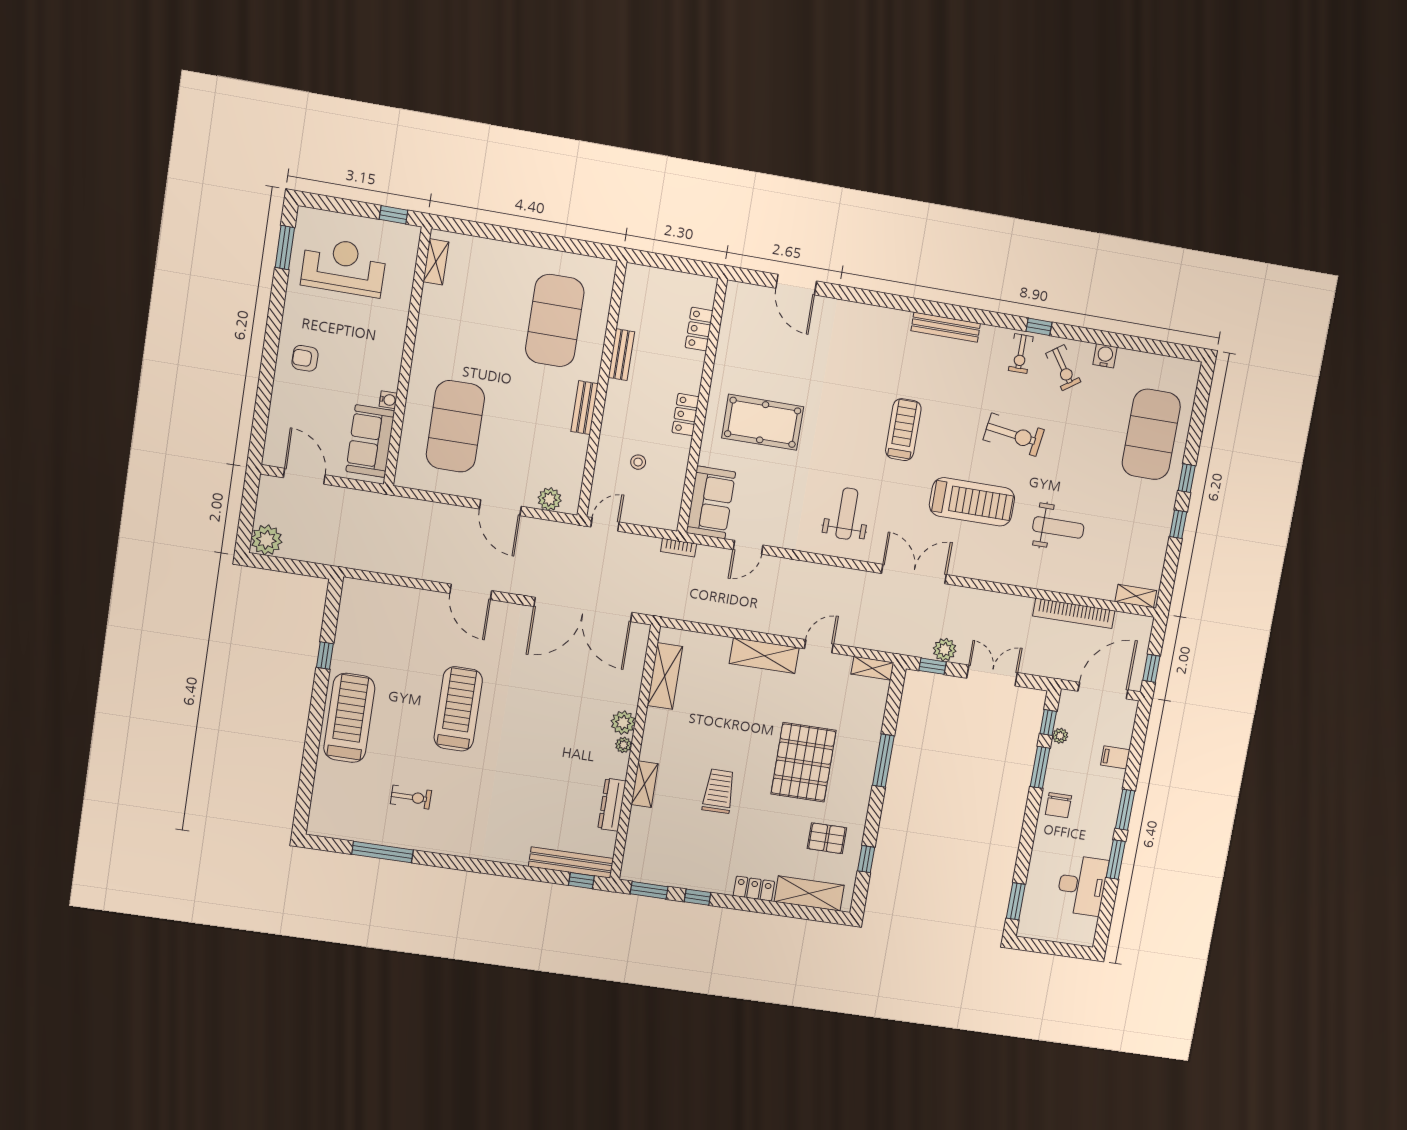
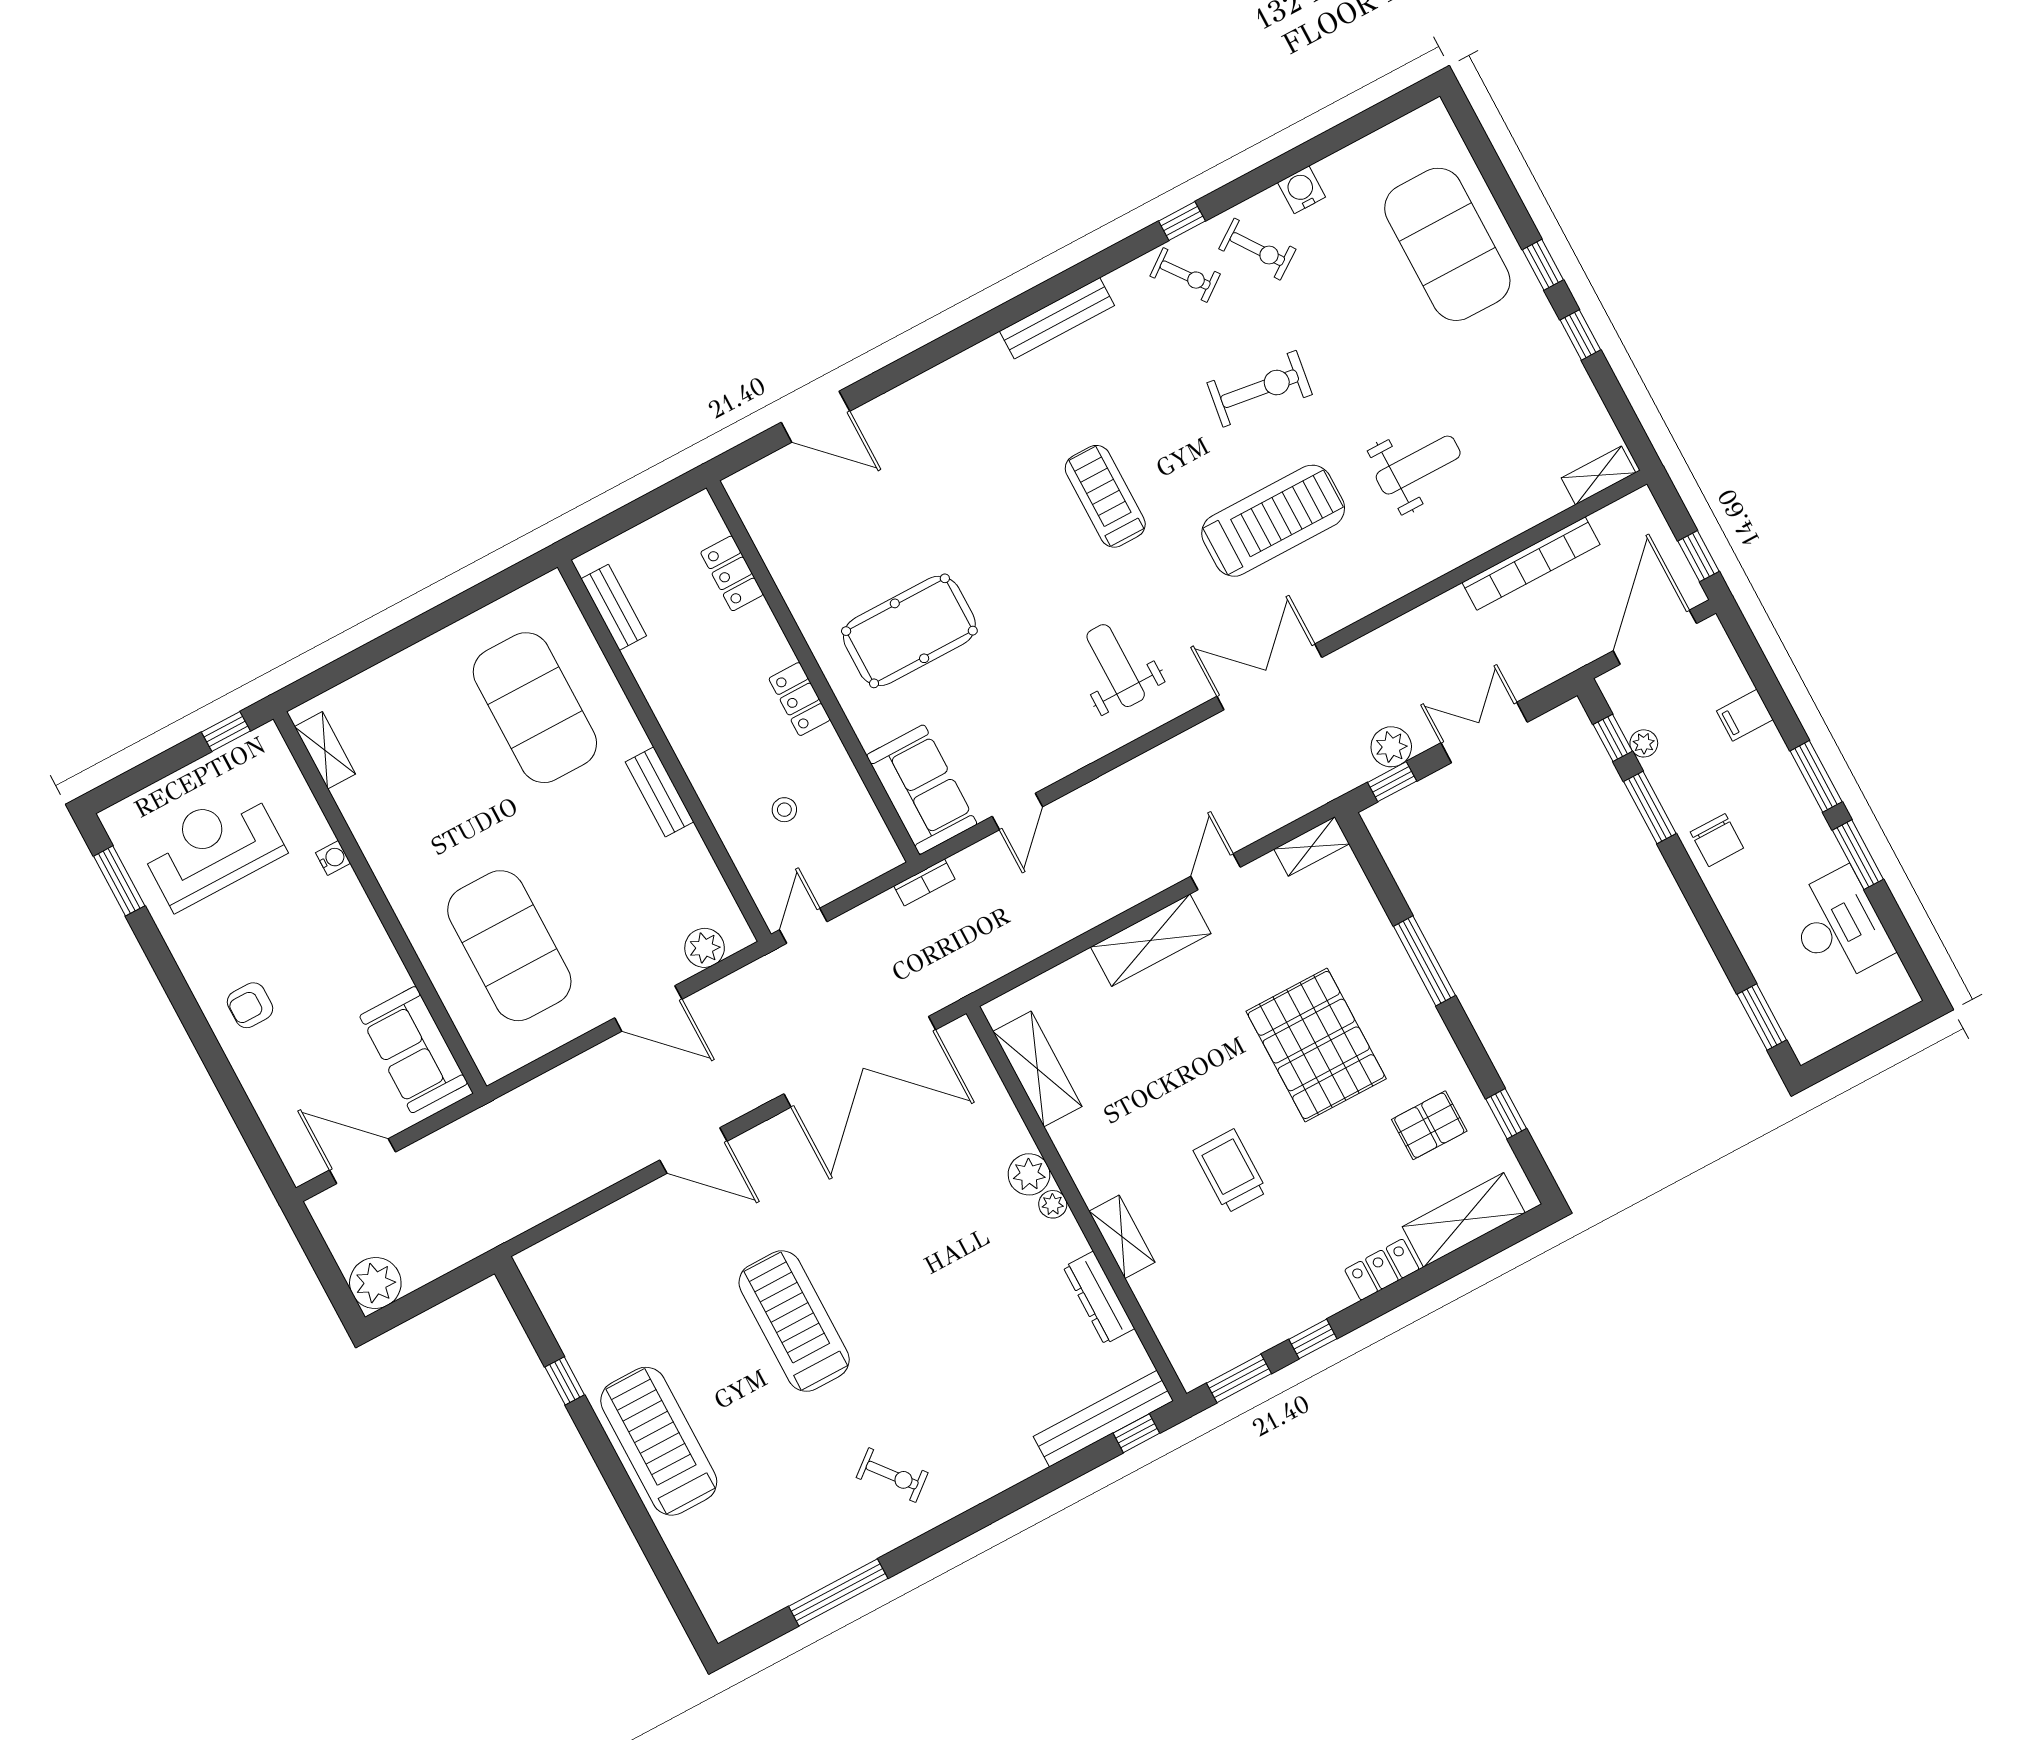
exercise bike: (1021, 354) -> (1185, 275), turned -37
bench: (621, 355) -> (614, 607), moved
water cooler: (388, 400) -> (333, 858), moved
exercise bike: (411, 797) -> (892, 1475), moved, turned 51

